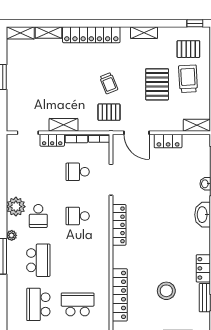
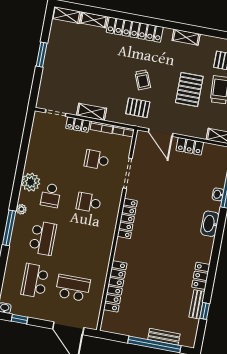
stool: (166, 291) -> (161, 291), removed

